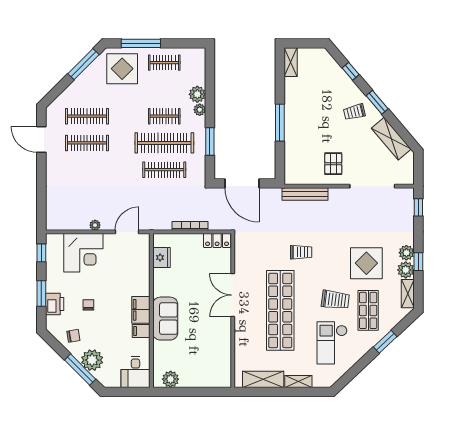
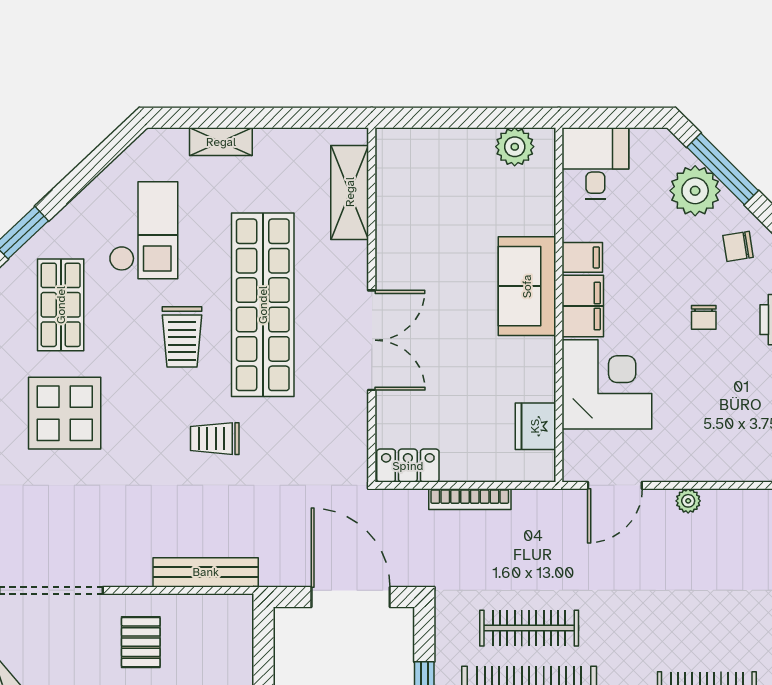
corner desk: (83, 253) -> (607, 384), moved, turned 90
trolley: (335, 300) -> (182, 337), moved, turned -97
shelving: (263, 379) -> (350, 192), moved, turned 90

